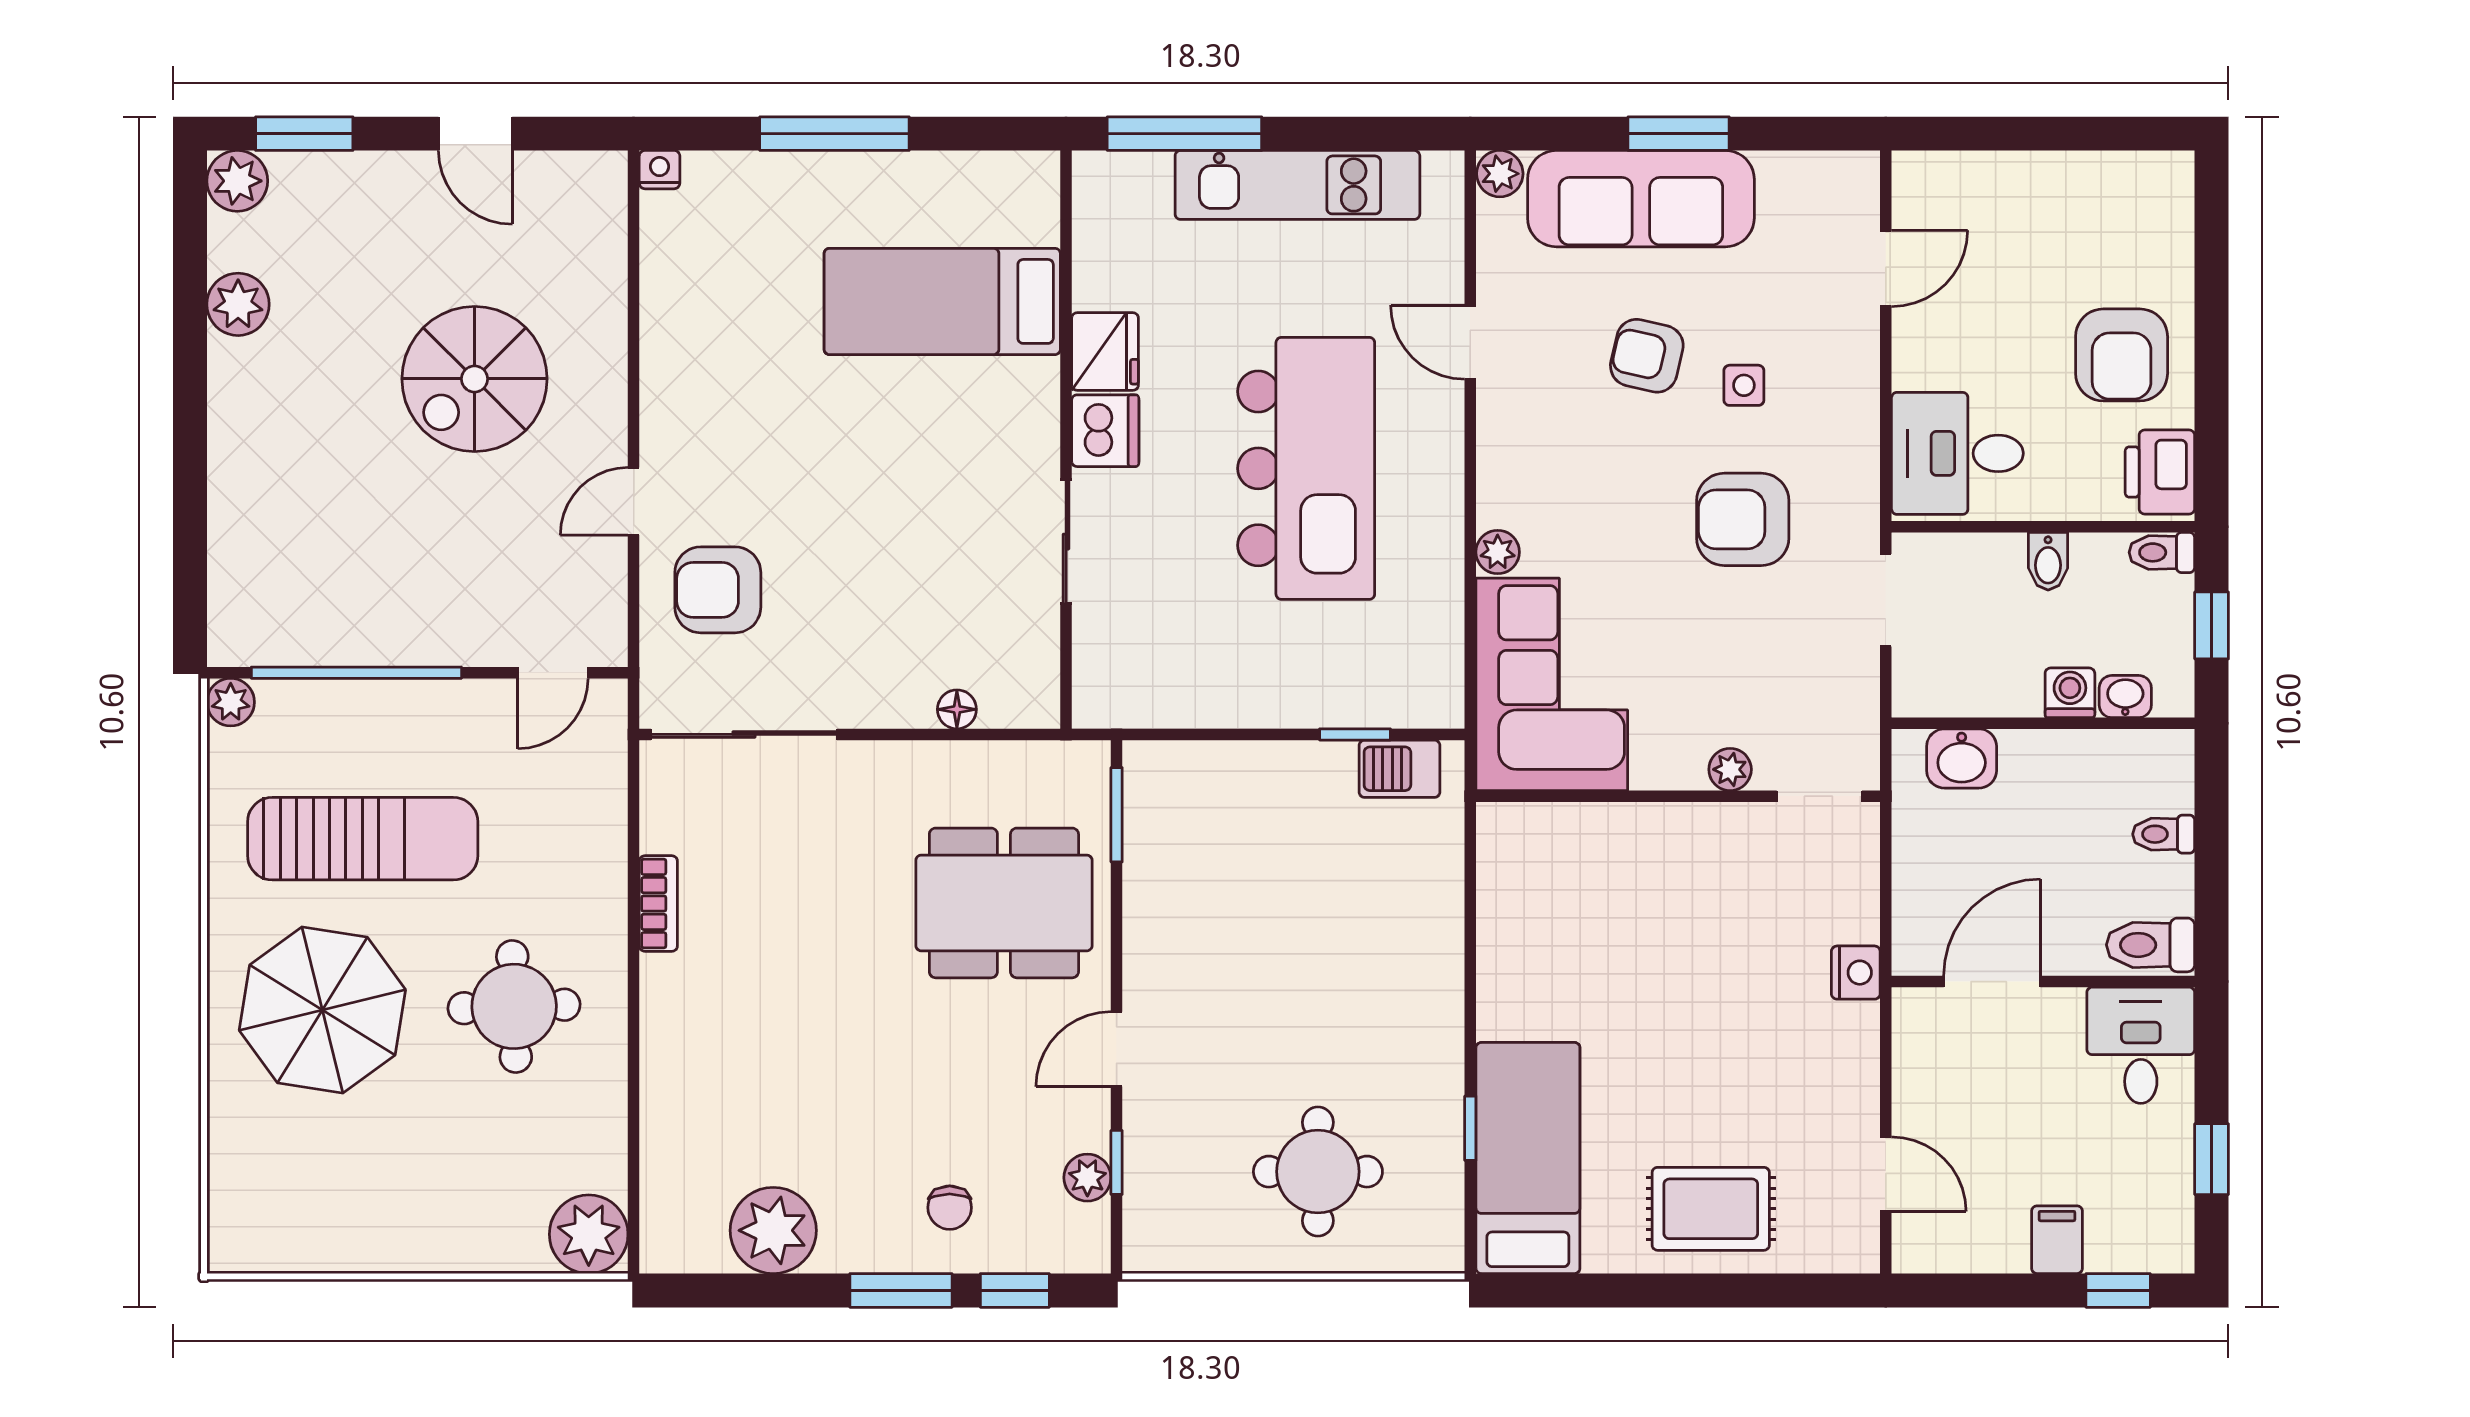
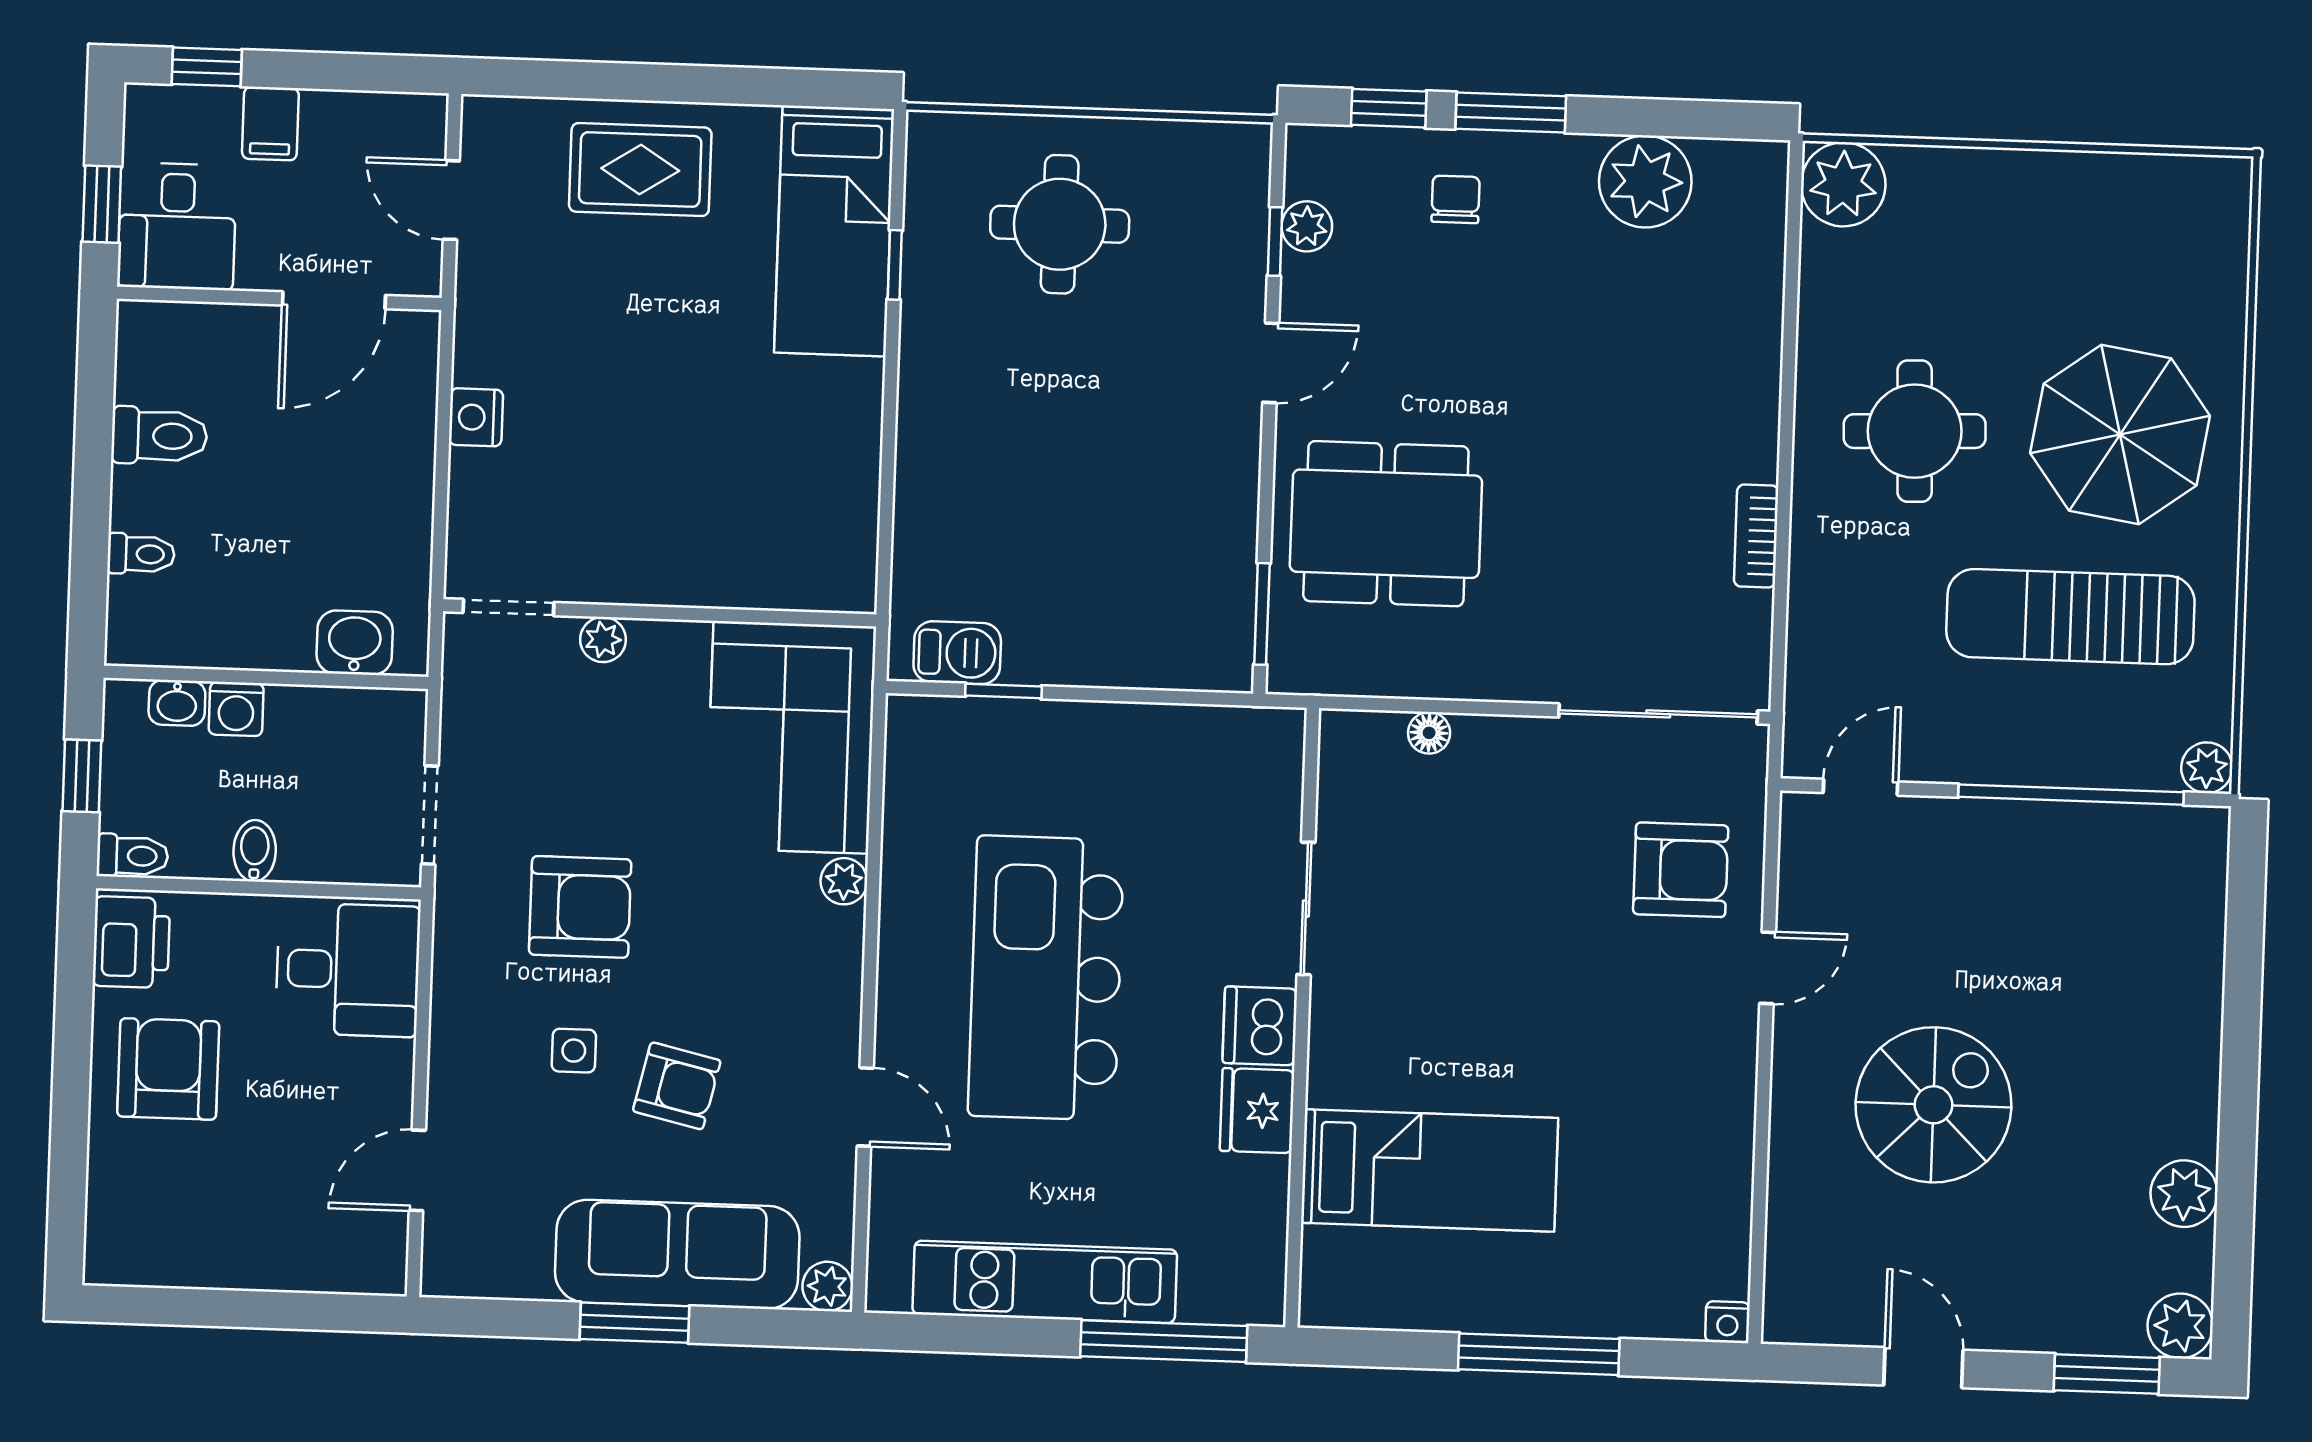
door: (1992, 982) -> (334, 300), moved
wall: (2043, 982) -> (279, 298), moved
desk: (2141, 1045) -> (177, 226), moved

